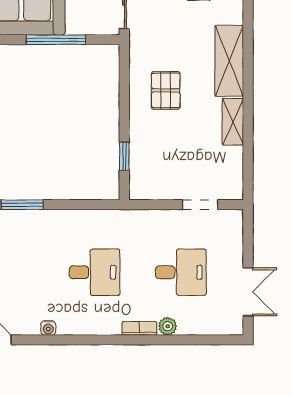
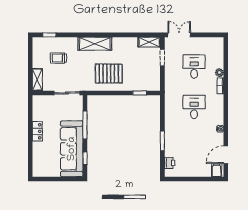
pallet: (166, 90) -> (109, 74), width x1.50, depth x1.42
shelving: (233, 122) -> (149, 42), moved
double door: (248, 292) -> (179, 35), moved

